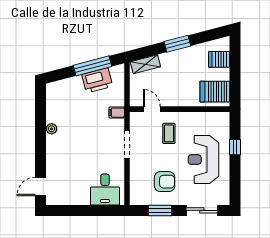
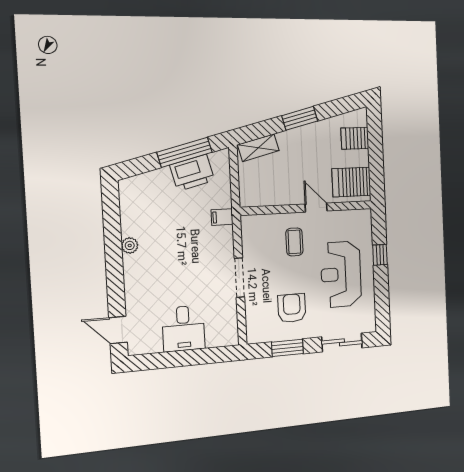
door: (152, 109) -> (316, 208), moved
doorway: (127, 144) -> (239, 278), moved
armchair: (165, 182) -> (292, 308), turned -90
door: (41, 186) -> (118, 330), hinge flipped
desk: (105, 189) -> (183, 329), moved

